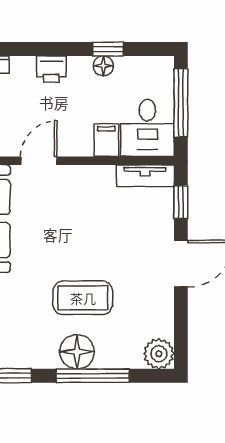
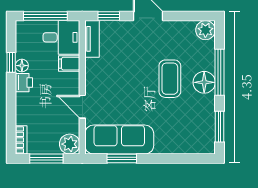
printer: (51, 69) -> (24, 83), moved

